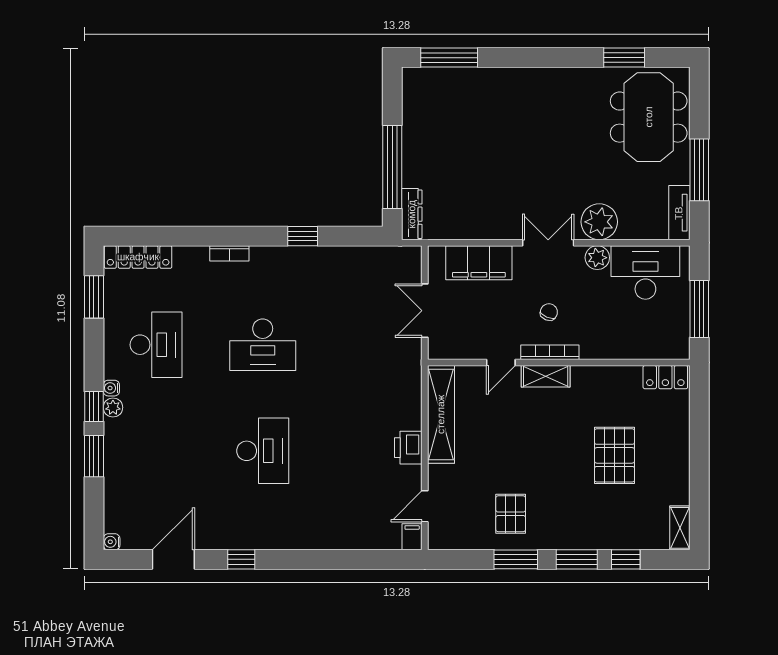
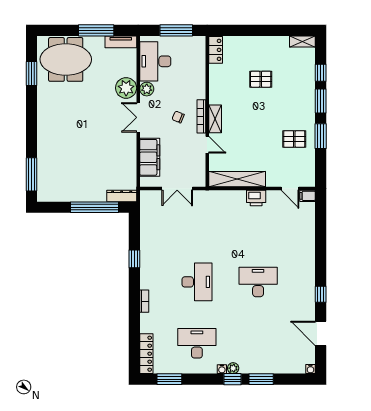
pallet: (614, 455) -> (261, 79), width x0.67, depth x0.71

